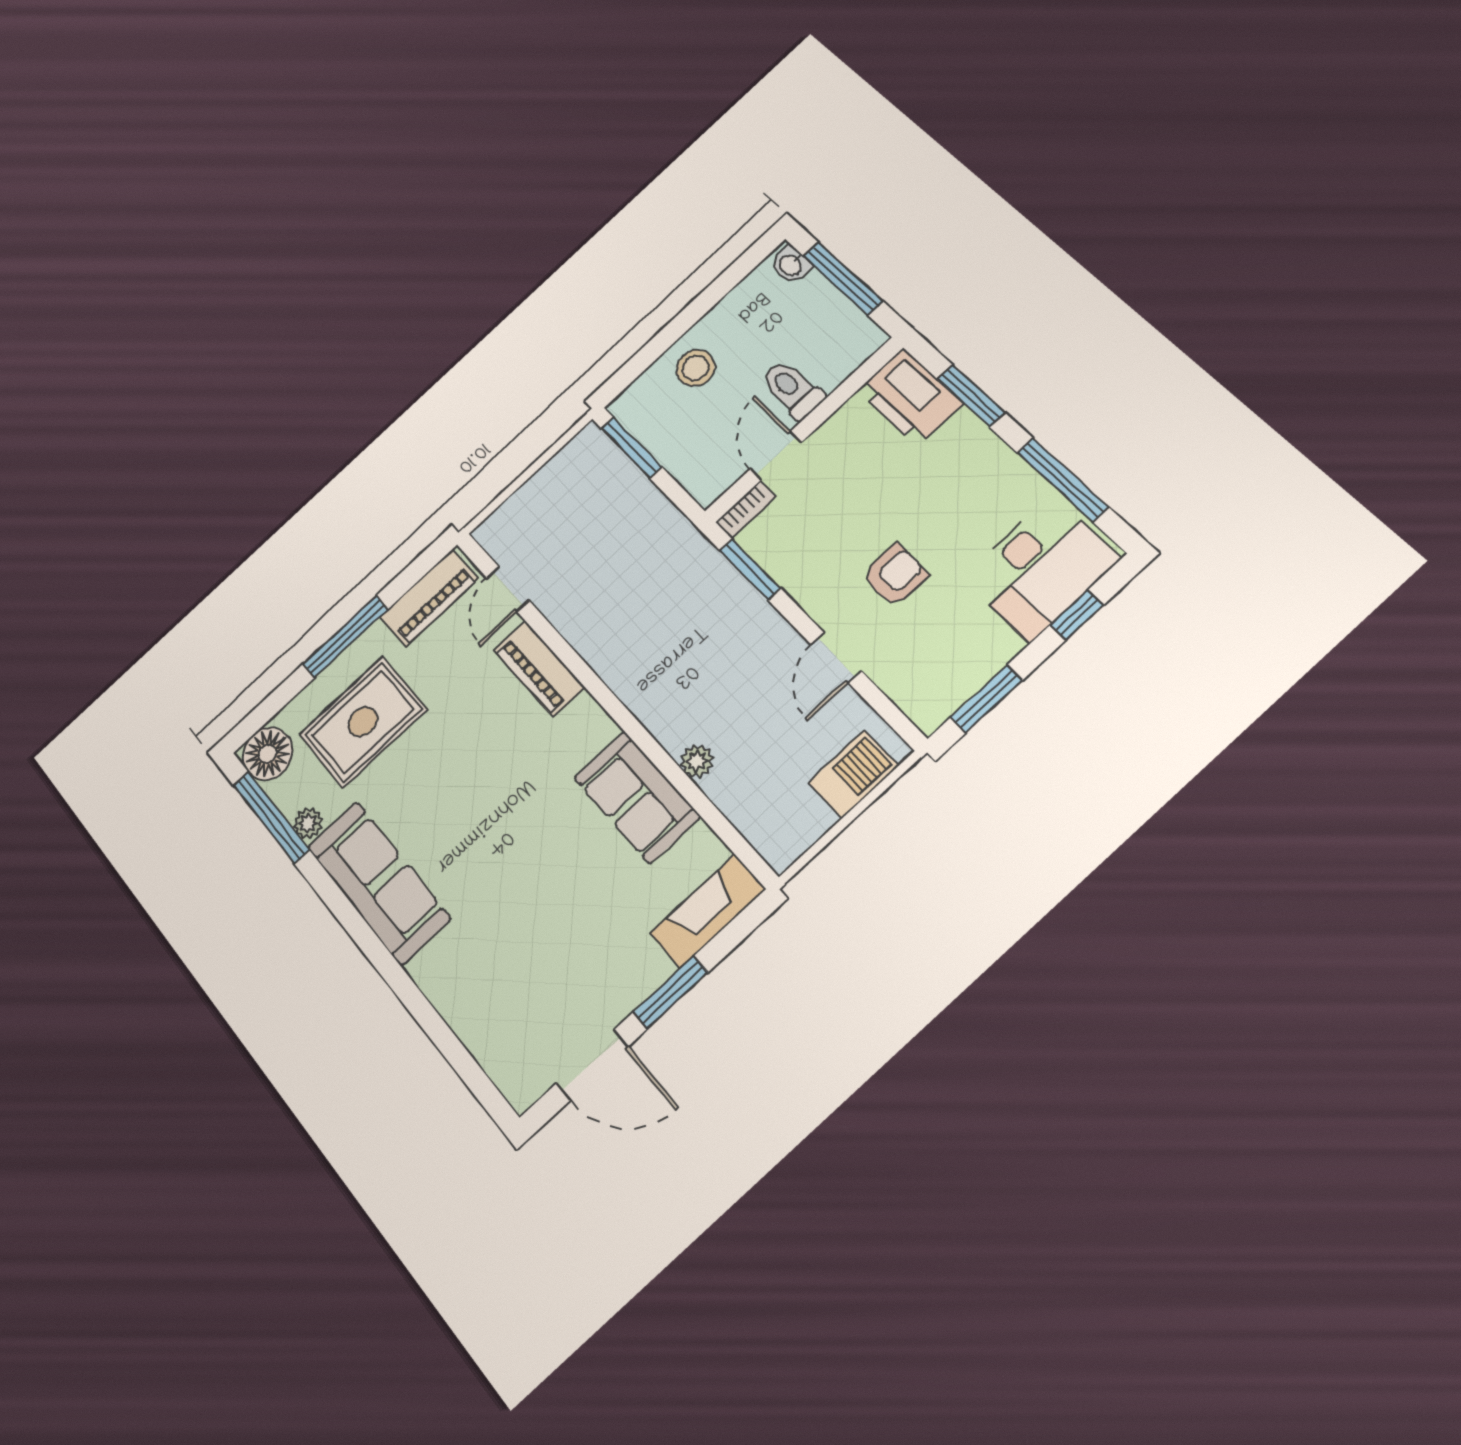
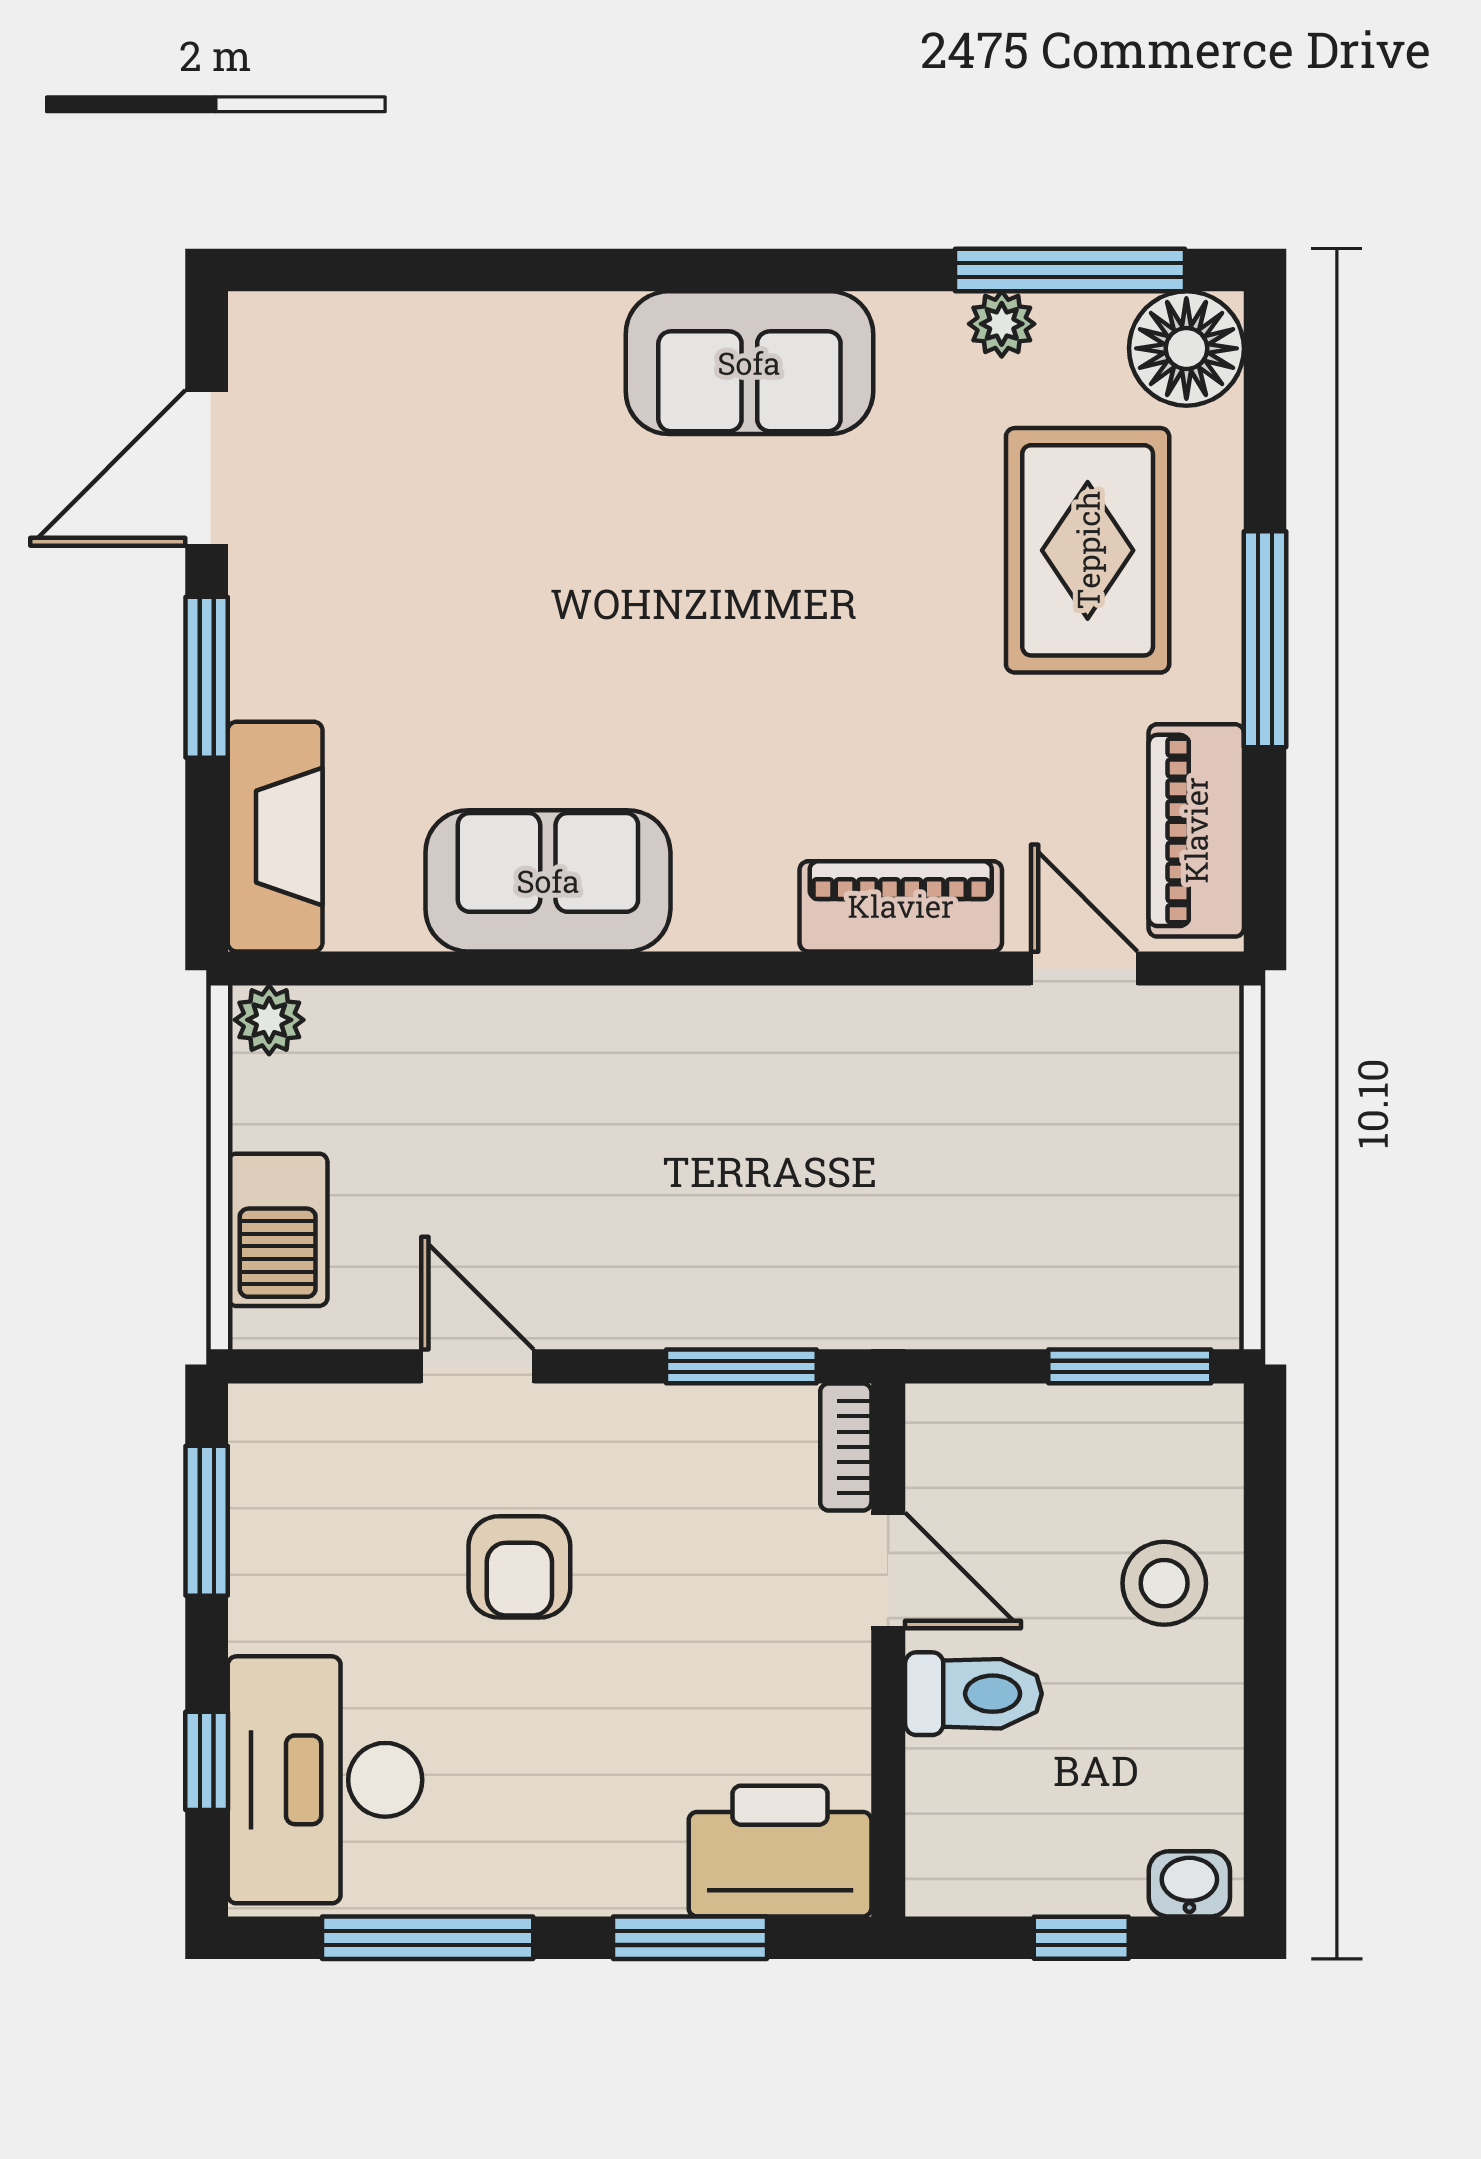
window: (843, 279) -> (1081, 1938), width x0.46
plant: (697, 761) -> (269, 1020), moved
sofa: (379, 883) -> (749, 363), width x0.73

